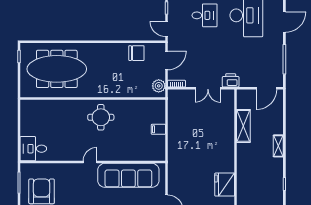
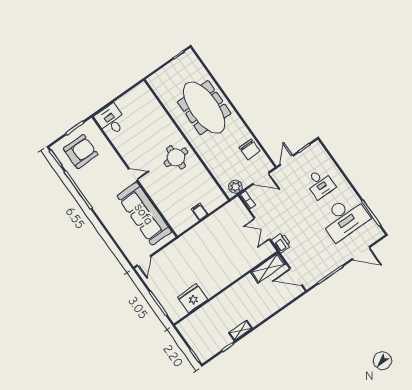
meeting table: (57, 69) -> (204, 108), moved
shelving: (243, 126) -> (268, 268), moved
shelving: (278, 146) -> (241, 331), moved

